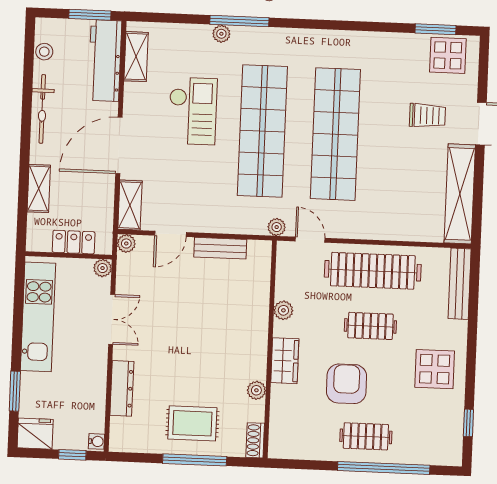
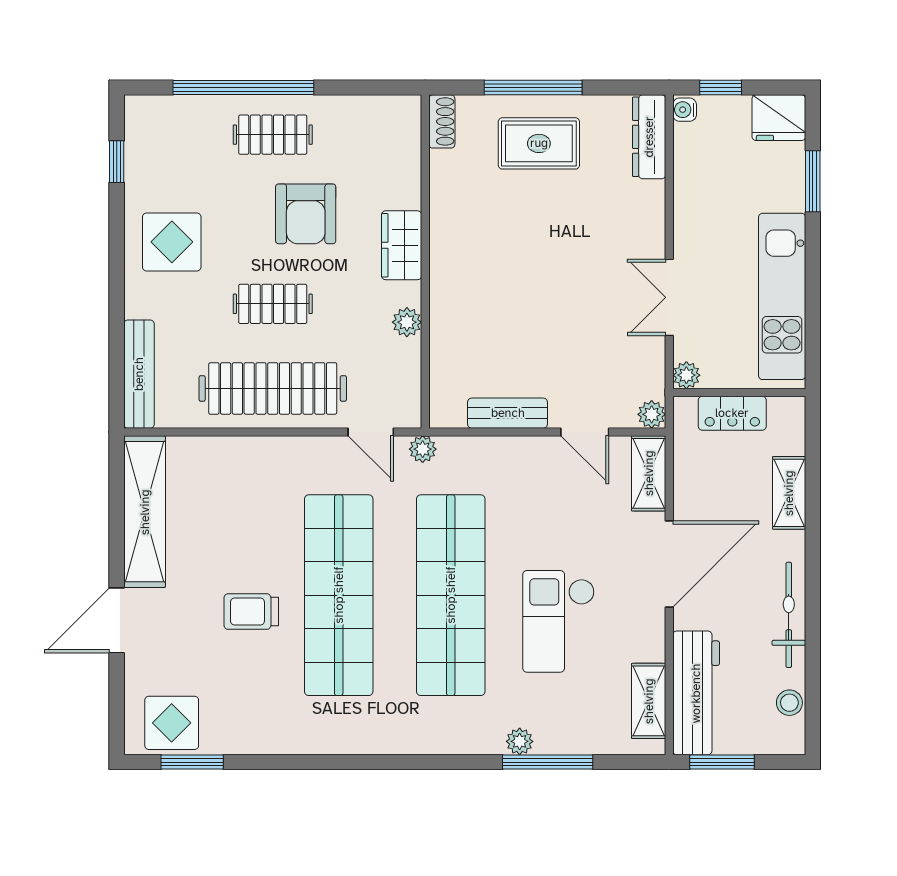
window: (239, 21) -> (548, 762), moved
trolley: (427, 115) -> (251, 612), moved
door: (170, 234) -> (585, 432), swing flipped
dresser: (122, 388) -> (649, 137), moved
plant: (256, 390) -> (443, 198), removed

